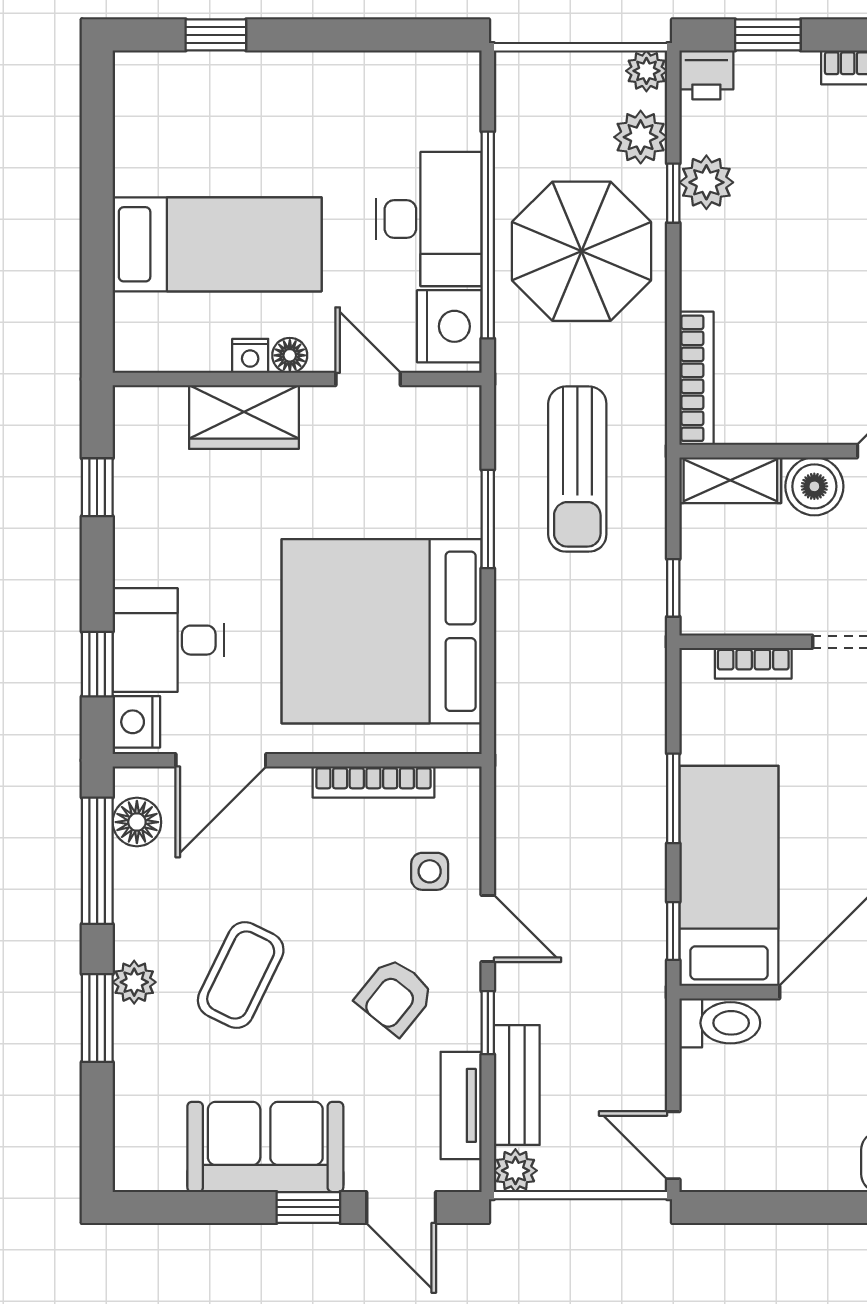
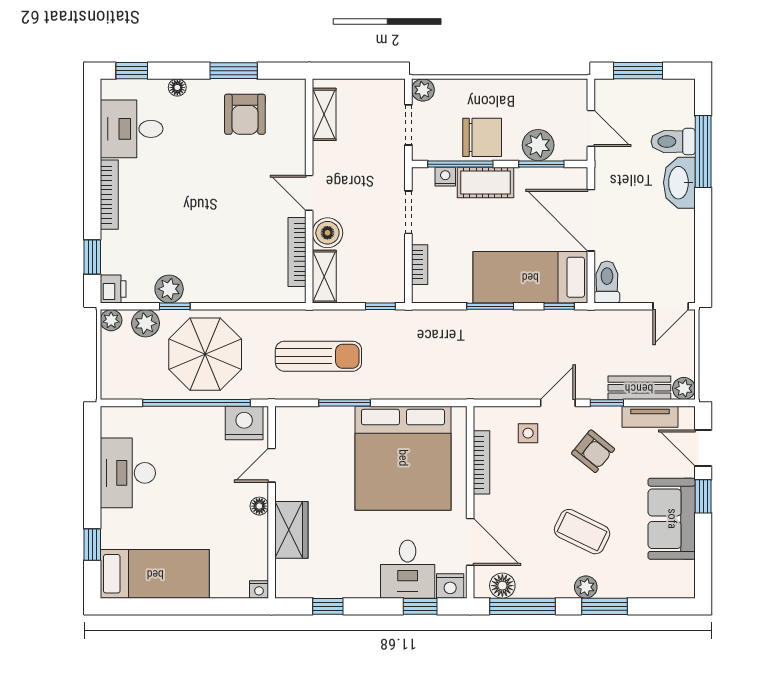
desk: (429, 219) -> (128, 473), moved, turned -90
bed: (217, 244) -> (155, 574), moved, turned 90
nightstand: (250, 356) -> (259, 589), moved, turned 90
bookcase: (696, 378) -> (297, 252), moved, turned -90
door: (401, 1207) -> (703, 448), swing flipped

